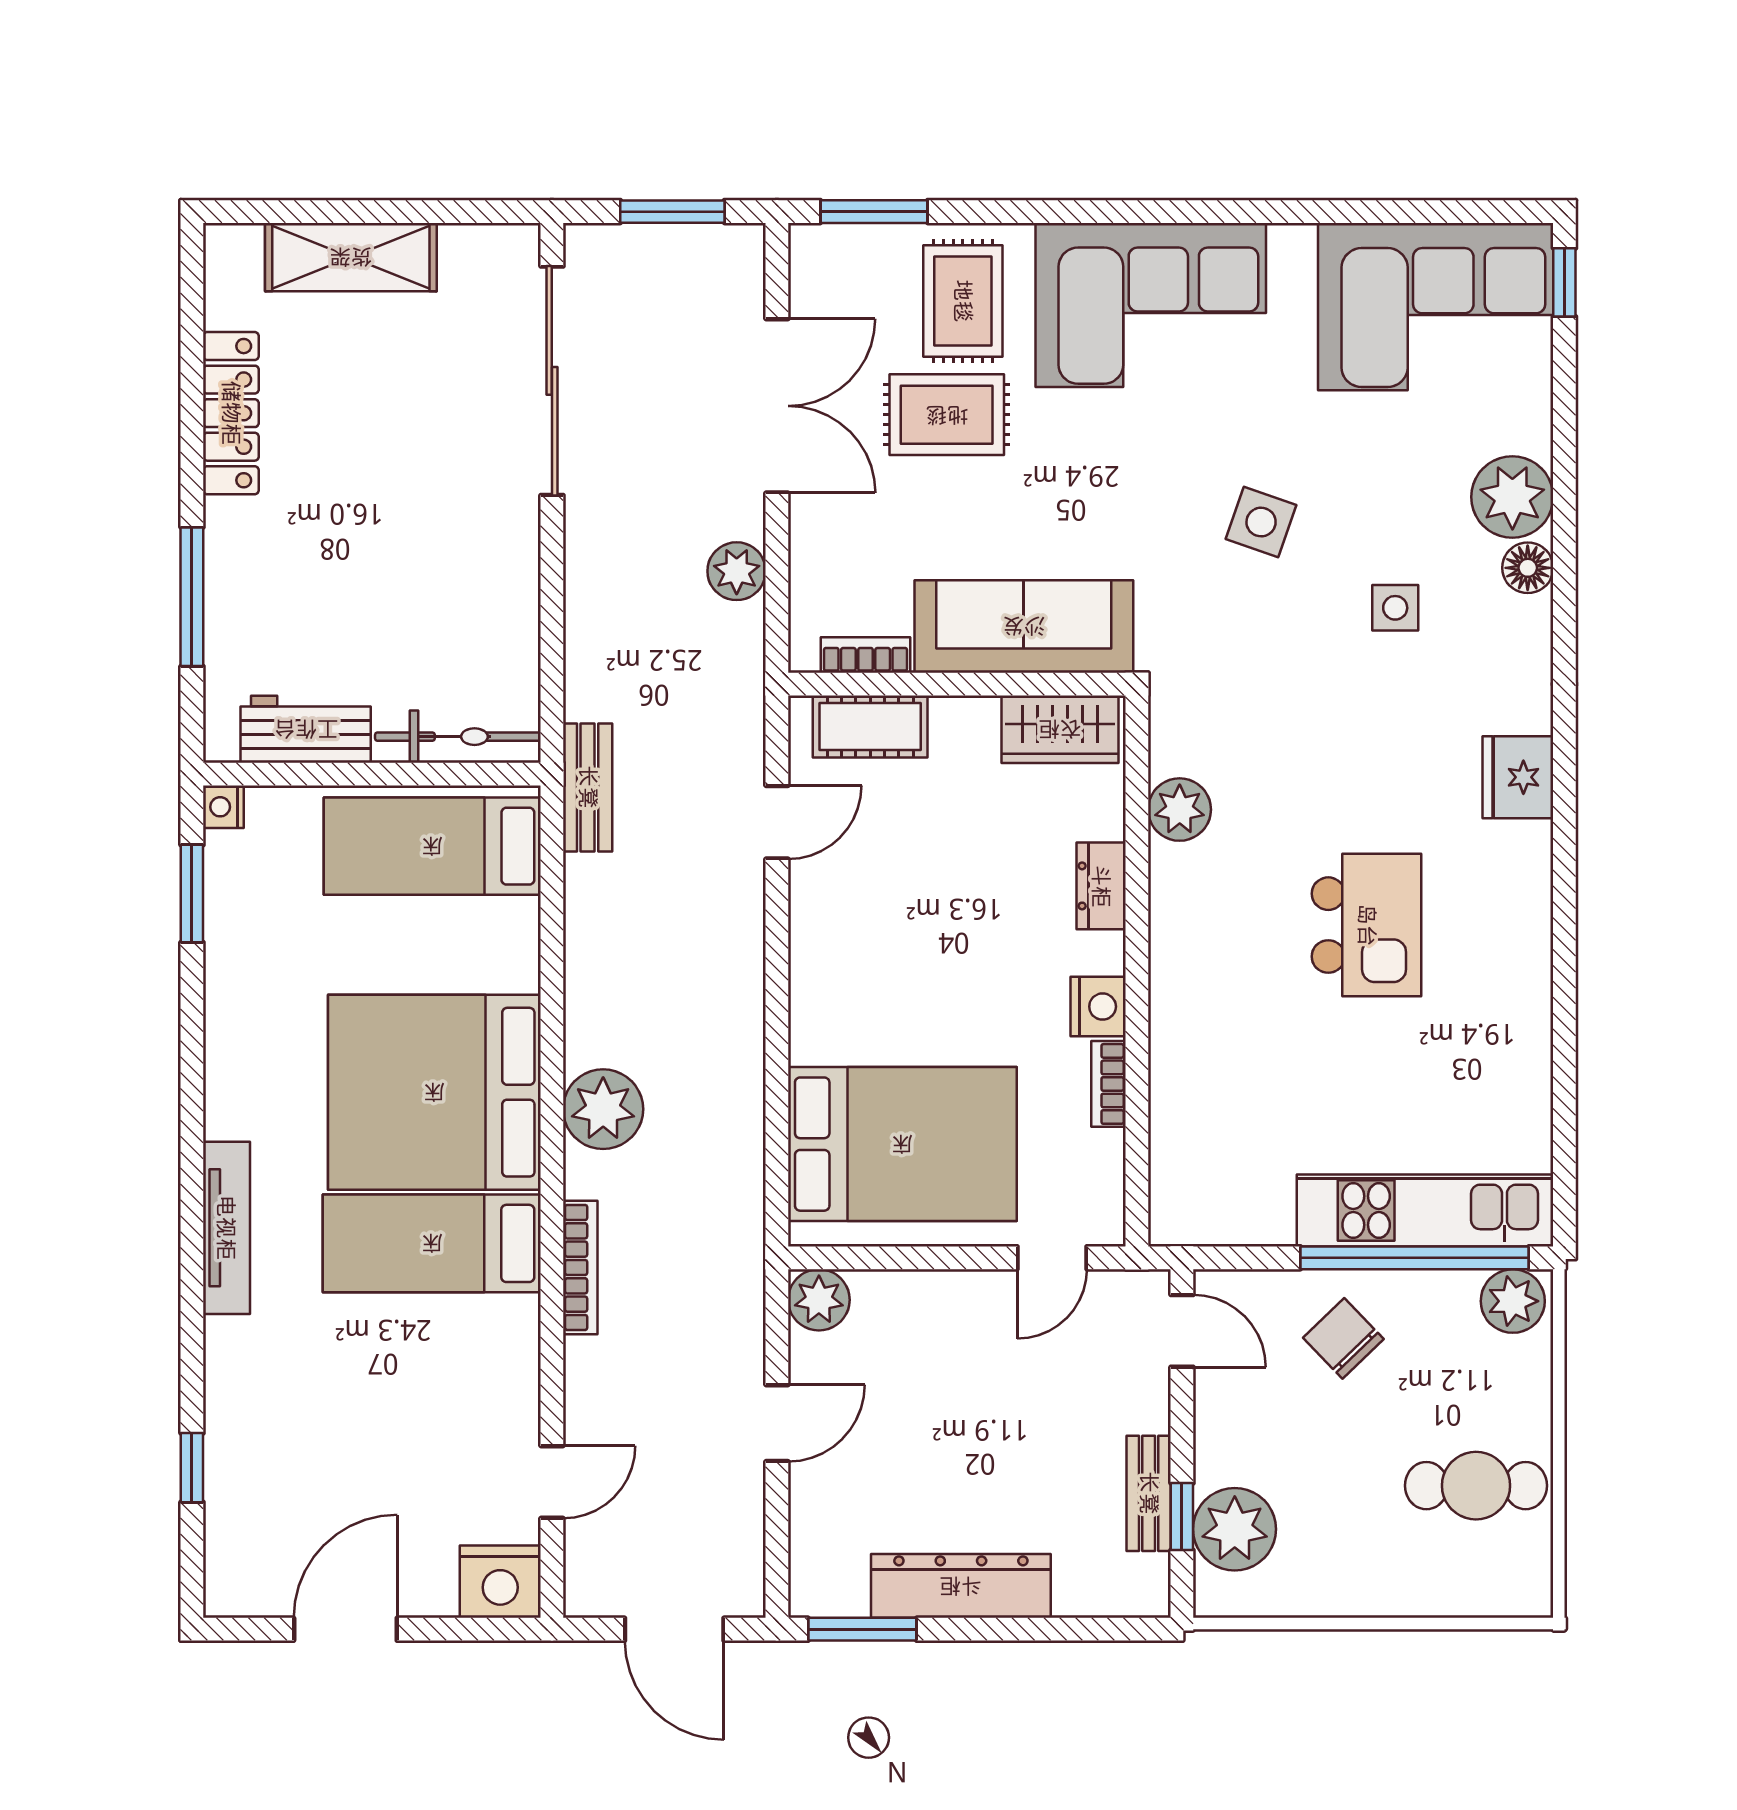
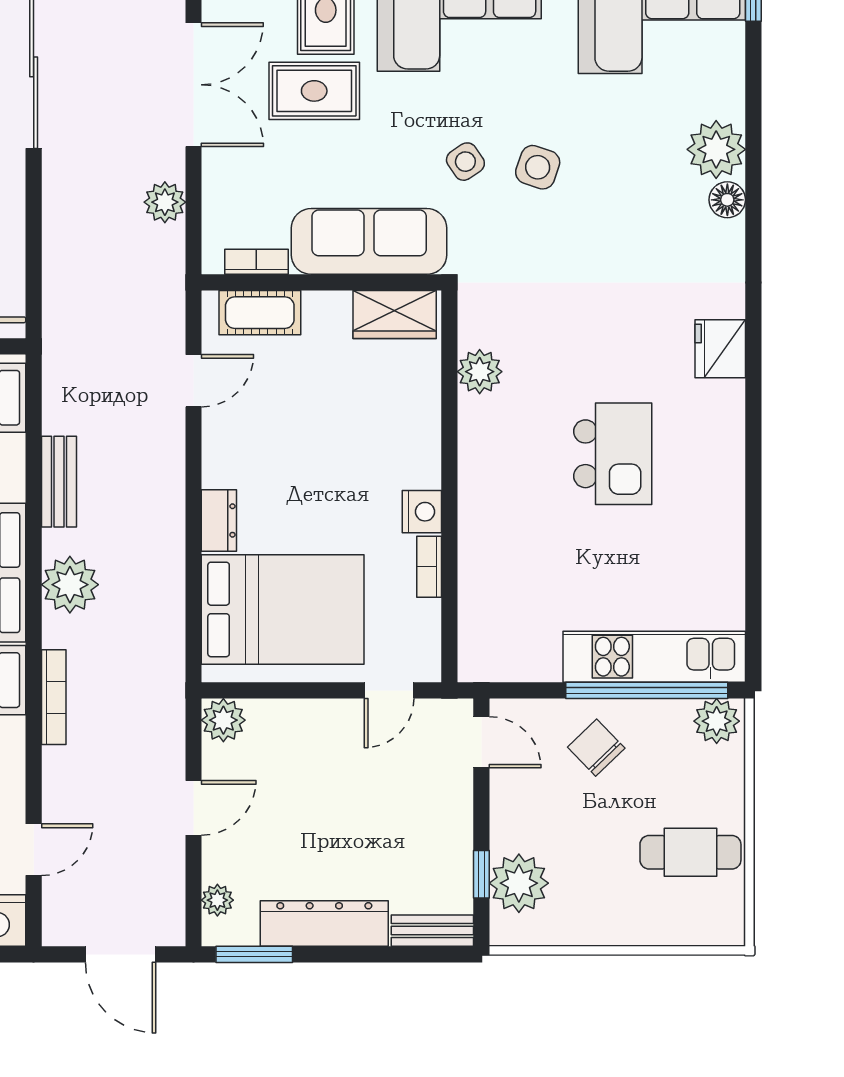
side table: (1395, 608) -> (465, 162), moved, turned -34
bench: (588, 787) -> (59, 482), moved
dresser: (1101, 886) -> (219, 520), moved, turned 180
bench: (1149, 1493) -> (432, 931), moved, turned 90
plant: (811, 1553) -> (217, 900), added

